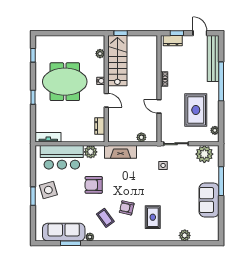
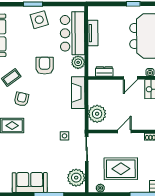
tv unit: (48, 137) -> (93, 33), moved
plant: (141, 137) -> (97, 114), width x1.88, depth x1.88

